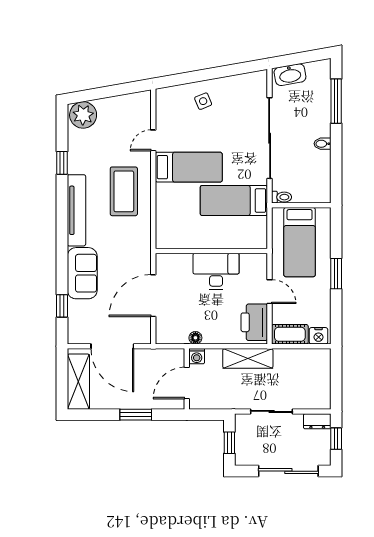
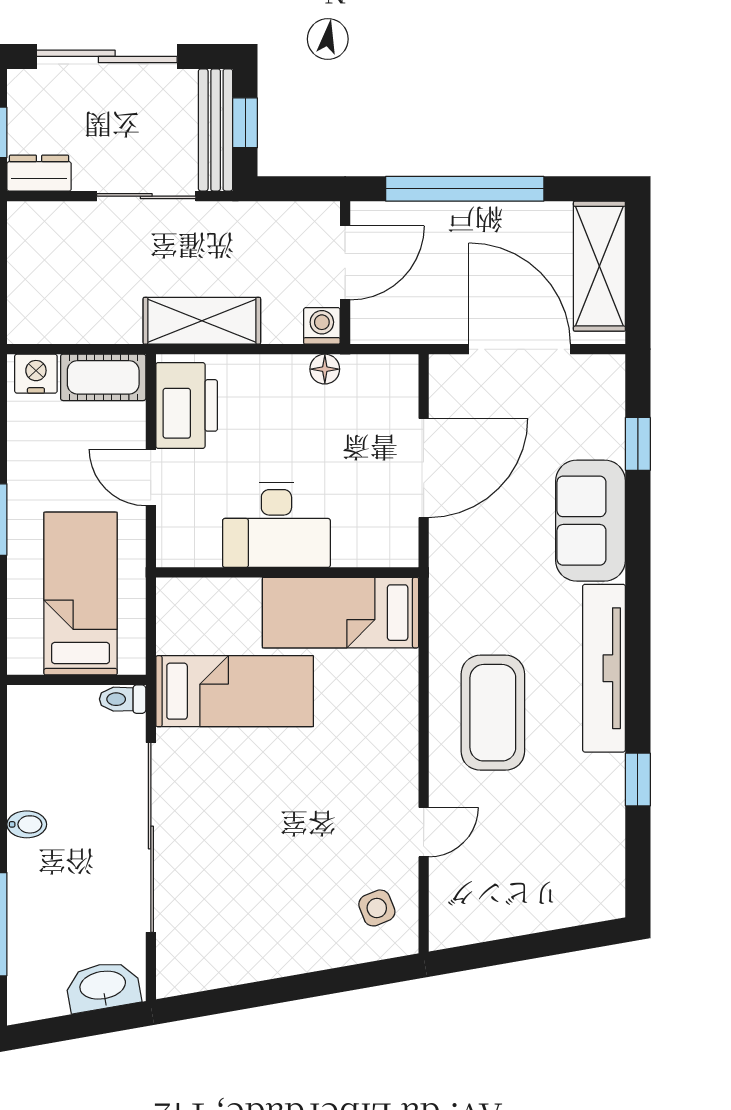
side table: (203, 101) -> (377, 908), moved
plant: (83, 115) -> (588, 892), removed
bed: (189, 167) -> (341, 613), moved
window: (136, 415) -> (465, 189), width x2.11
bench: (242, 440) -> (216, 130), added

